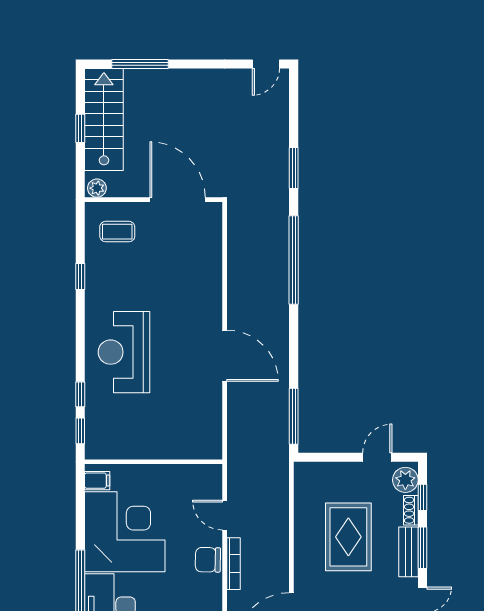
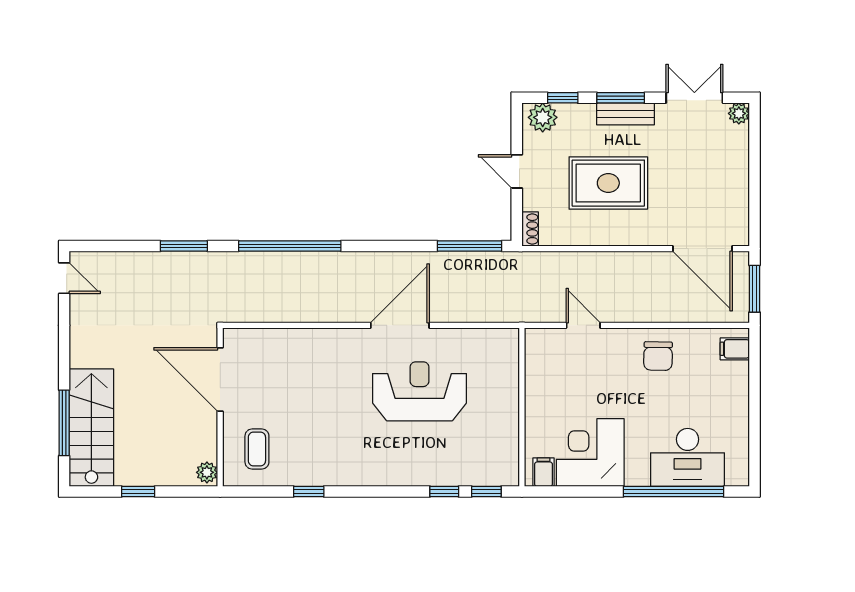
stairs: (104, 119) -> (91, 428), moved, turned 90
door: (178, 200) -> (220, 380), hinge flipped
reception desk: (124, 352) -> (420, 391), moved, turned 180
door: (377, 457) -> (517, 171), moved
shoe rack: (411, 510) -> (530, 229), moved, turned -90
door: (225, 515) -> (583, 325), swing flipped
corner desk: (125, 532) -> (590, 453), width x0.74, depth x0.74
chair: (208, 560) -> (658, 356), moved
bookcase: (234, 564) -> (639, 315), removed

